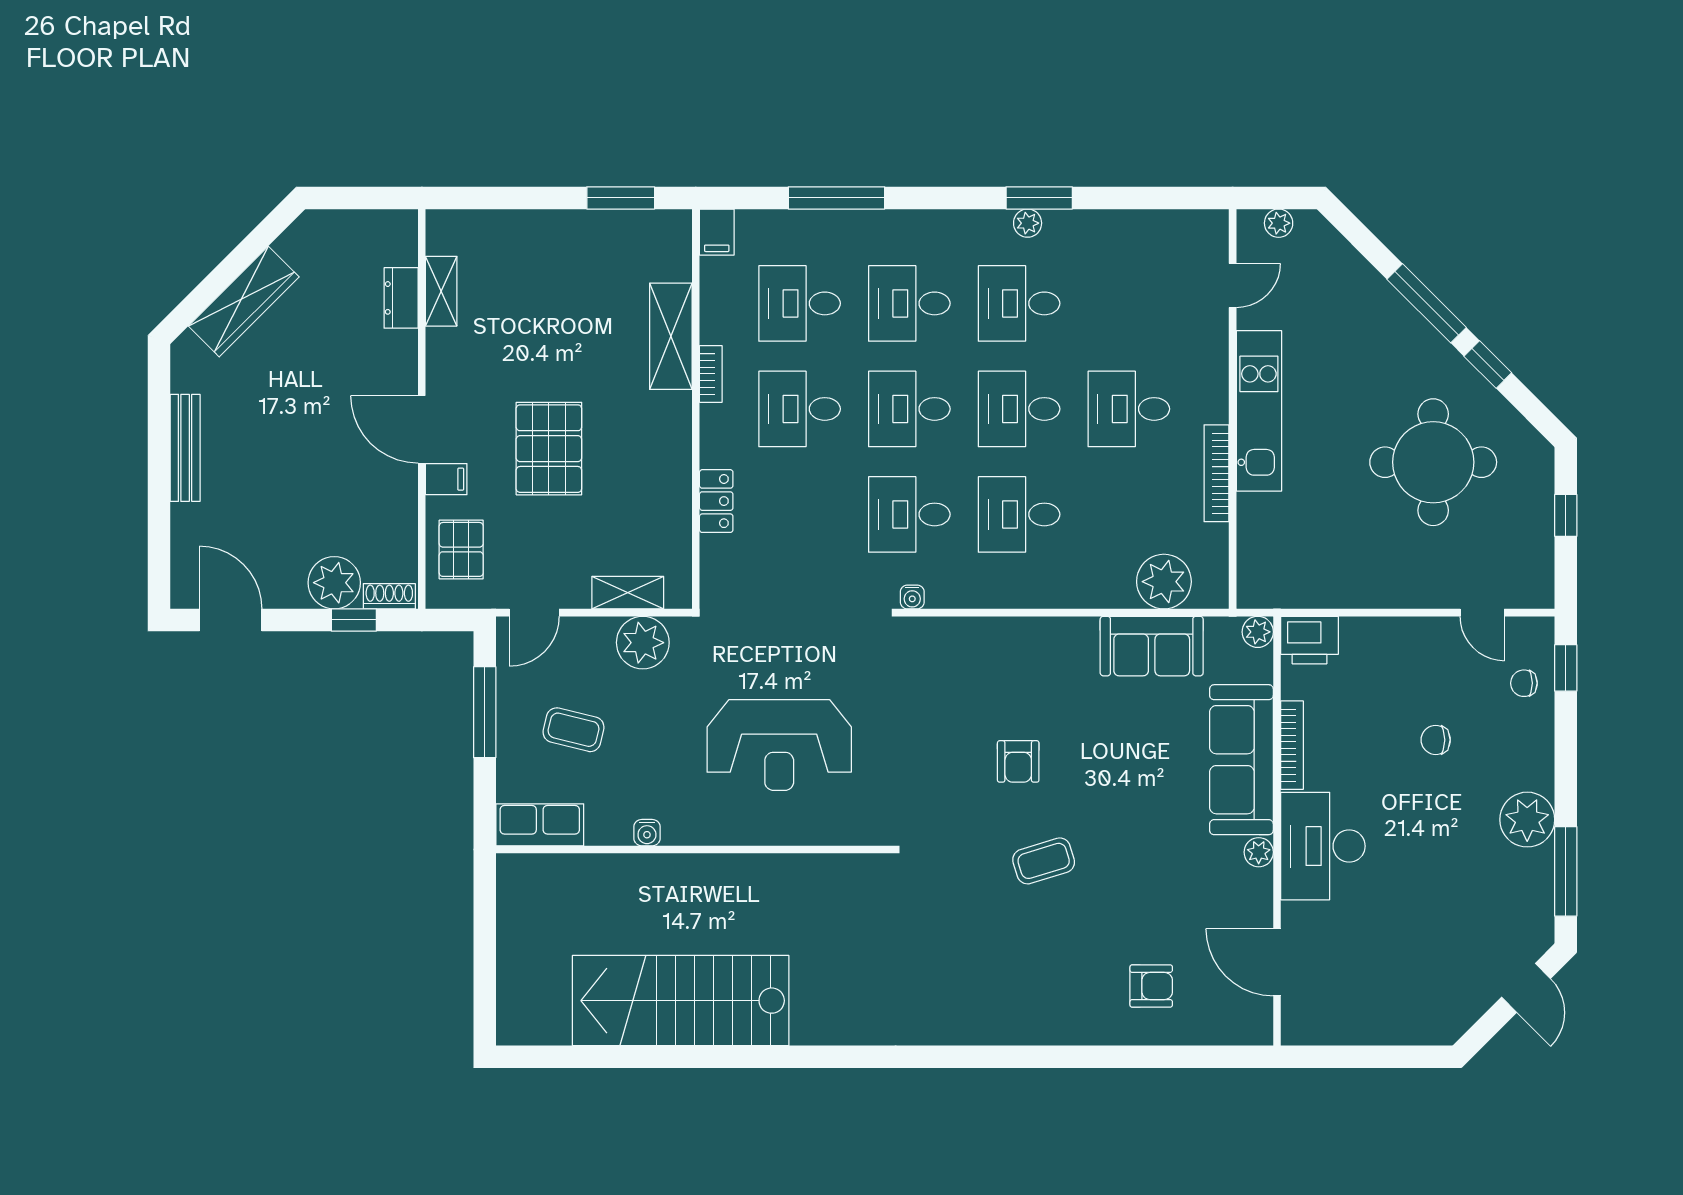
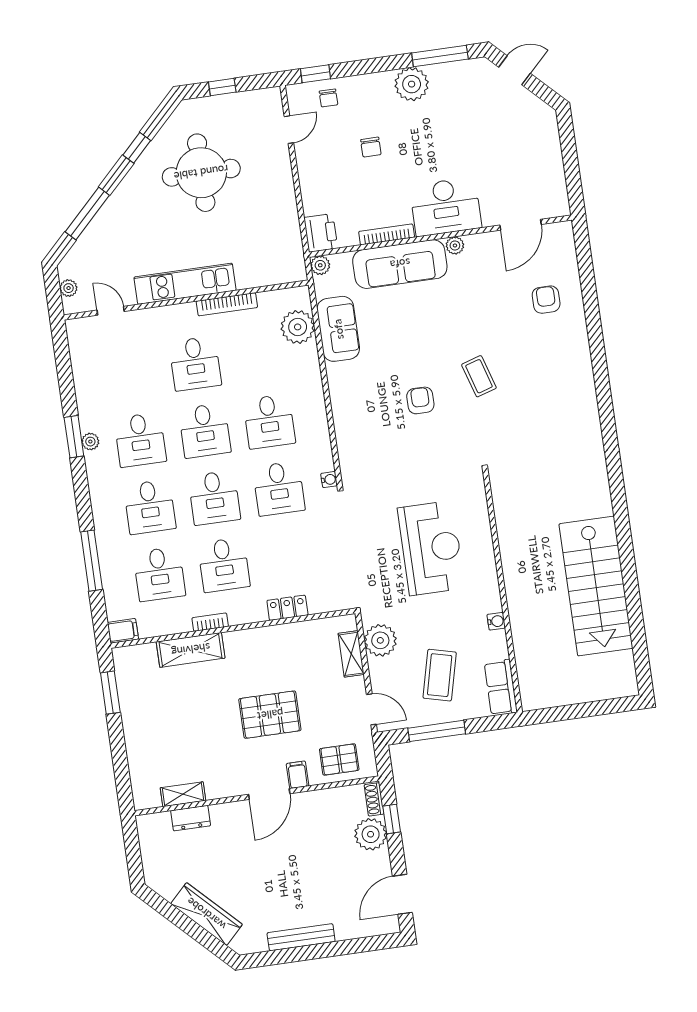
window: (1427, 303) -> (87, 214), moved
coffee table: (574, 730) -> (440, 675), width x1.36, depth x1.30
armchair: (1018, 761) -> (420, 400), turned -90

